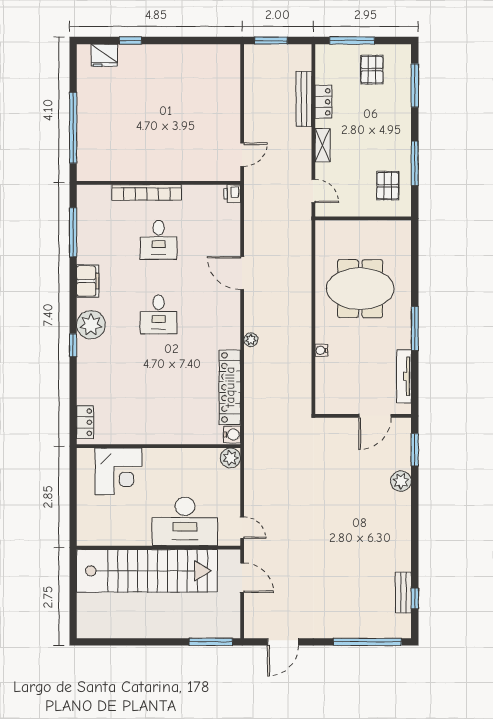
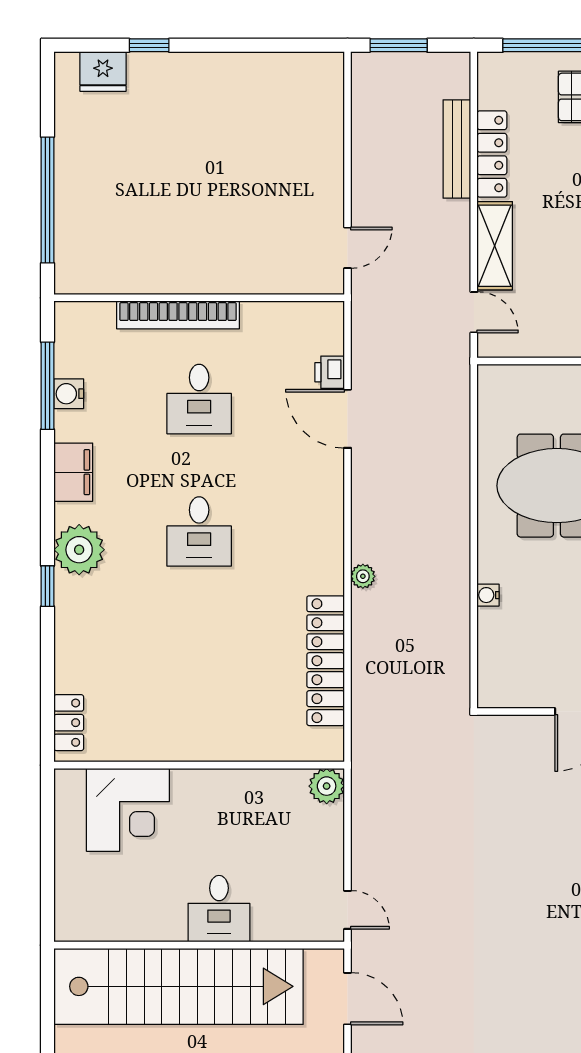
locker: (324, 102) -> (492, 154), width x1.53
shelving: (323, 145) -> (495, 246), width x1.50, depth x1.33
printer: (232, 194) -> (330, 372), moved
door: (242, 273) -> (348, 419), moved
water cooler: (232, 435) -> (69, 394), moved, turned 180
desk: (185, 521) -> (219, 909), width x0.53, depth x0.77

